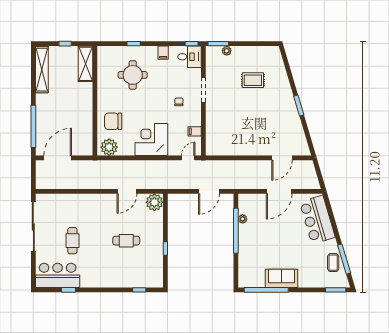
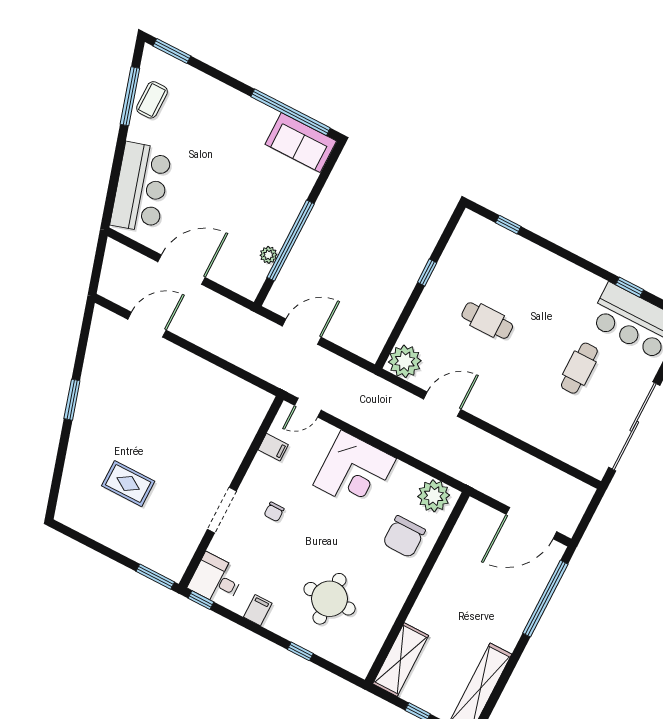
plant: (227, 51) -> (147, 557), removed
chair: (113, 121) -> (404, 537), turned 90
sofa: (281, 278) -> (301, 143), moved

